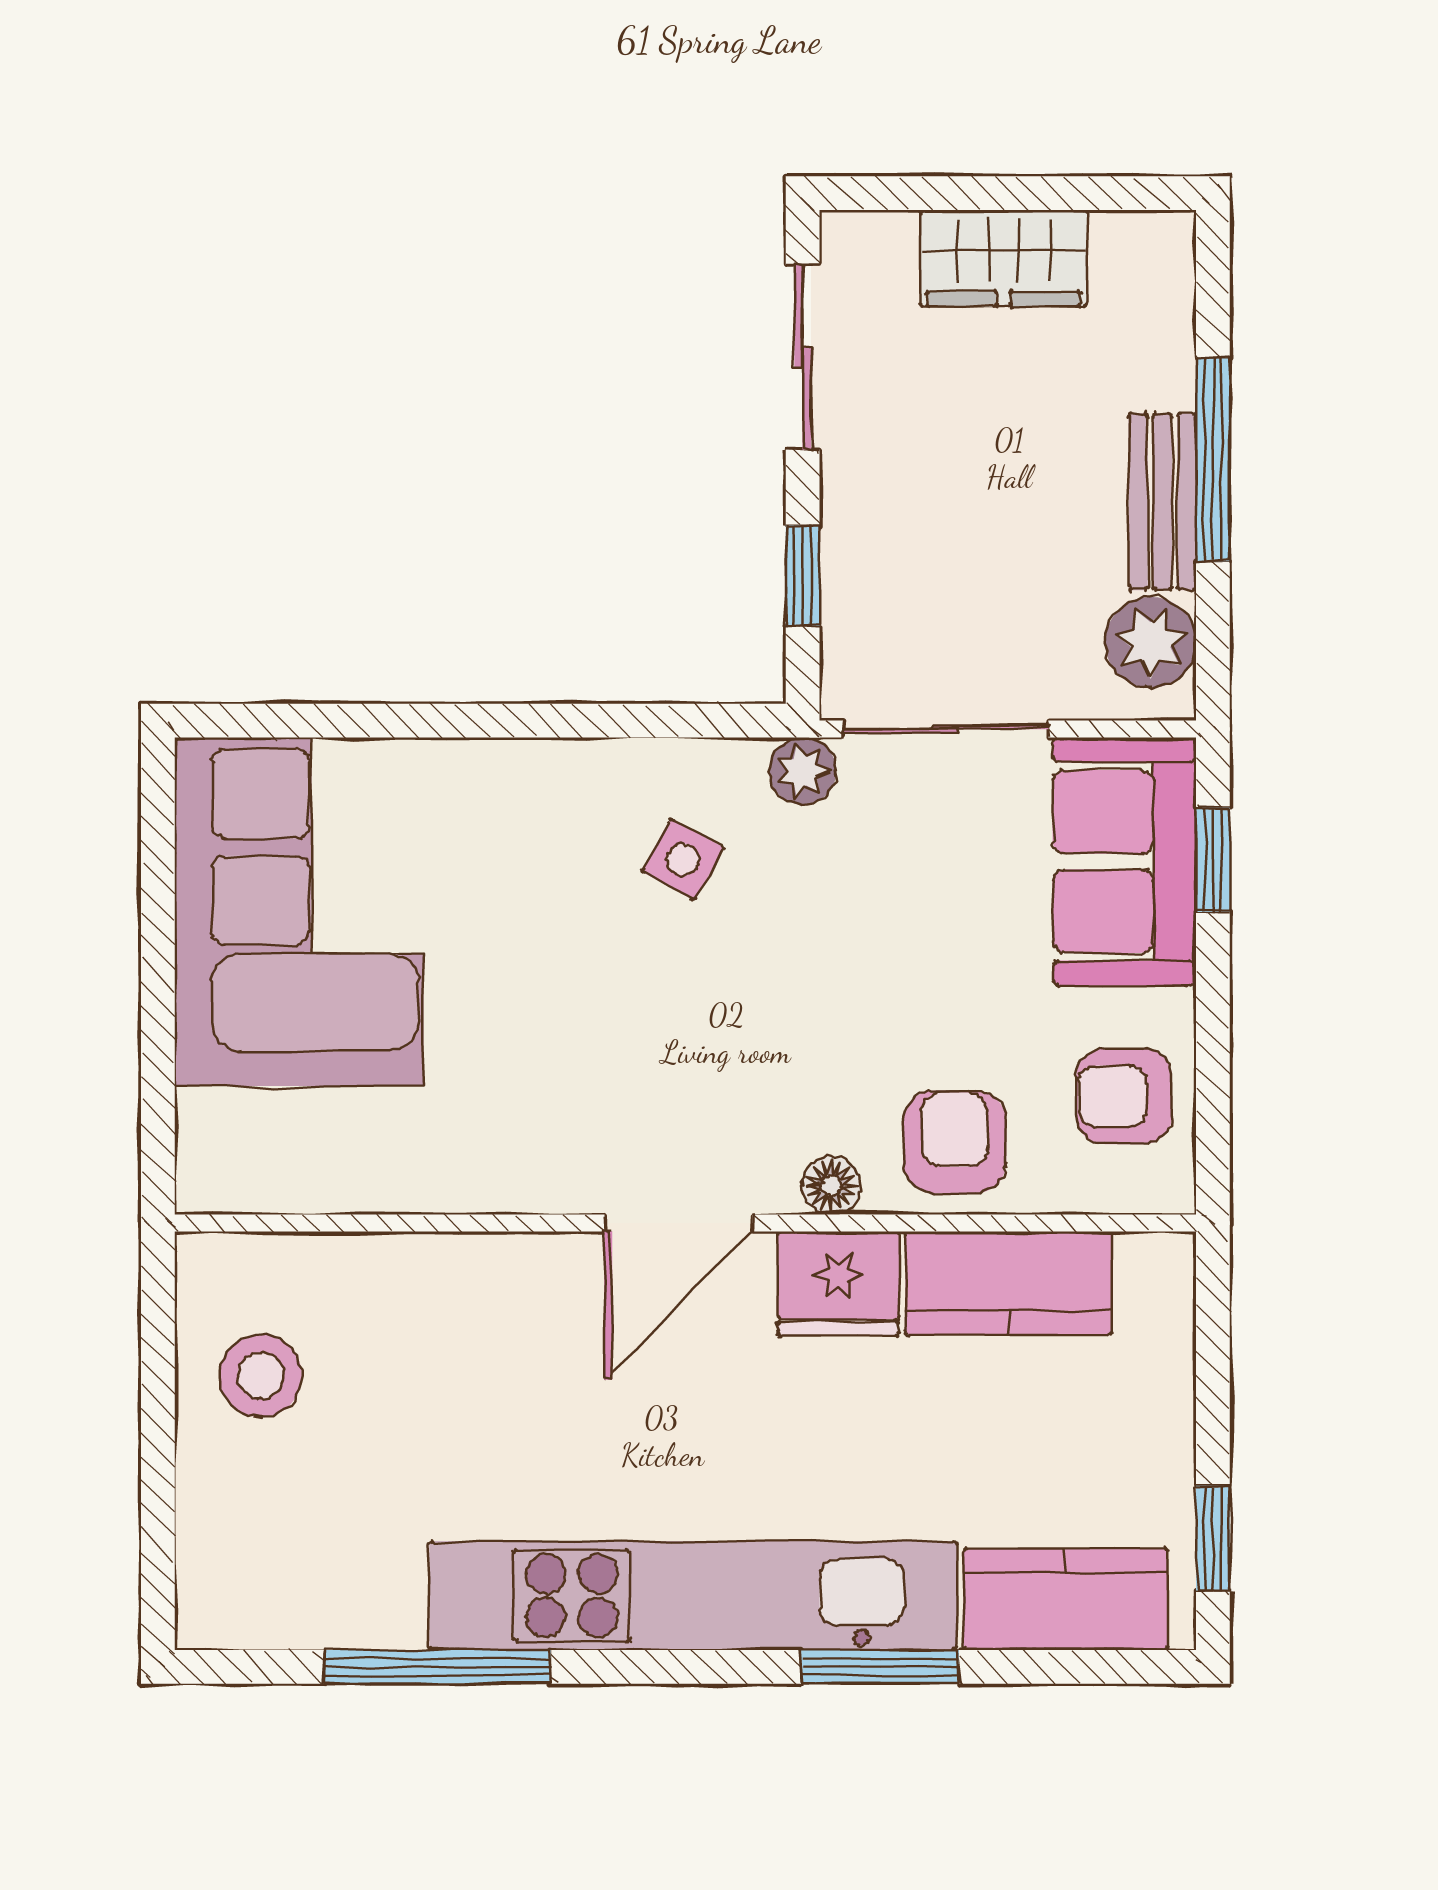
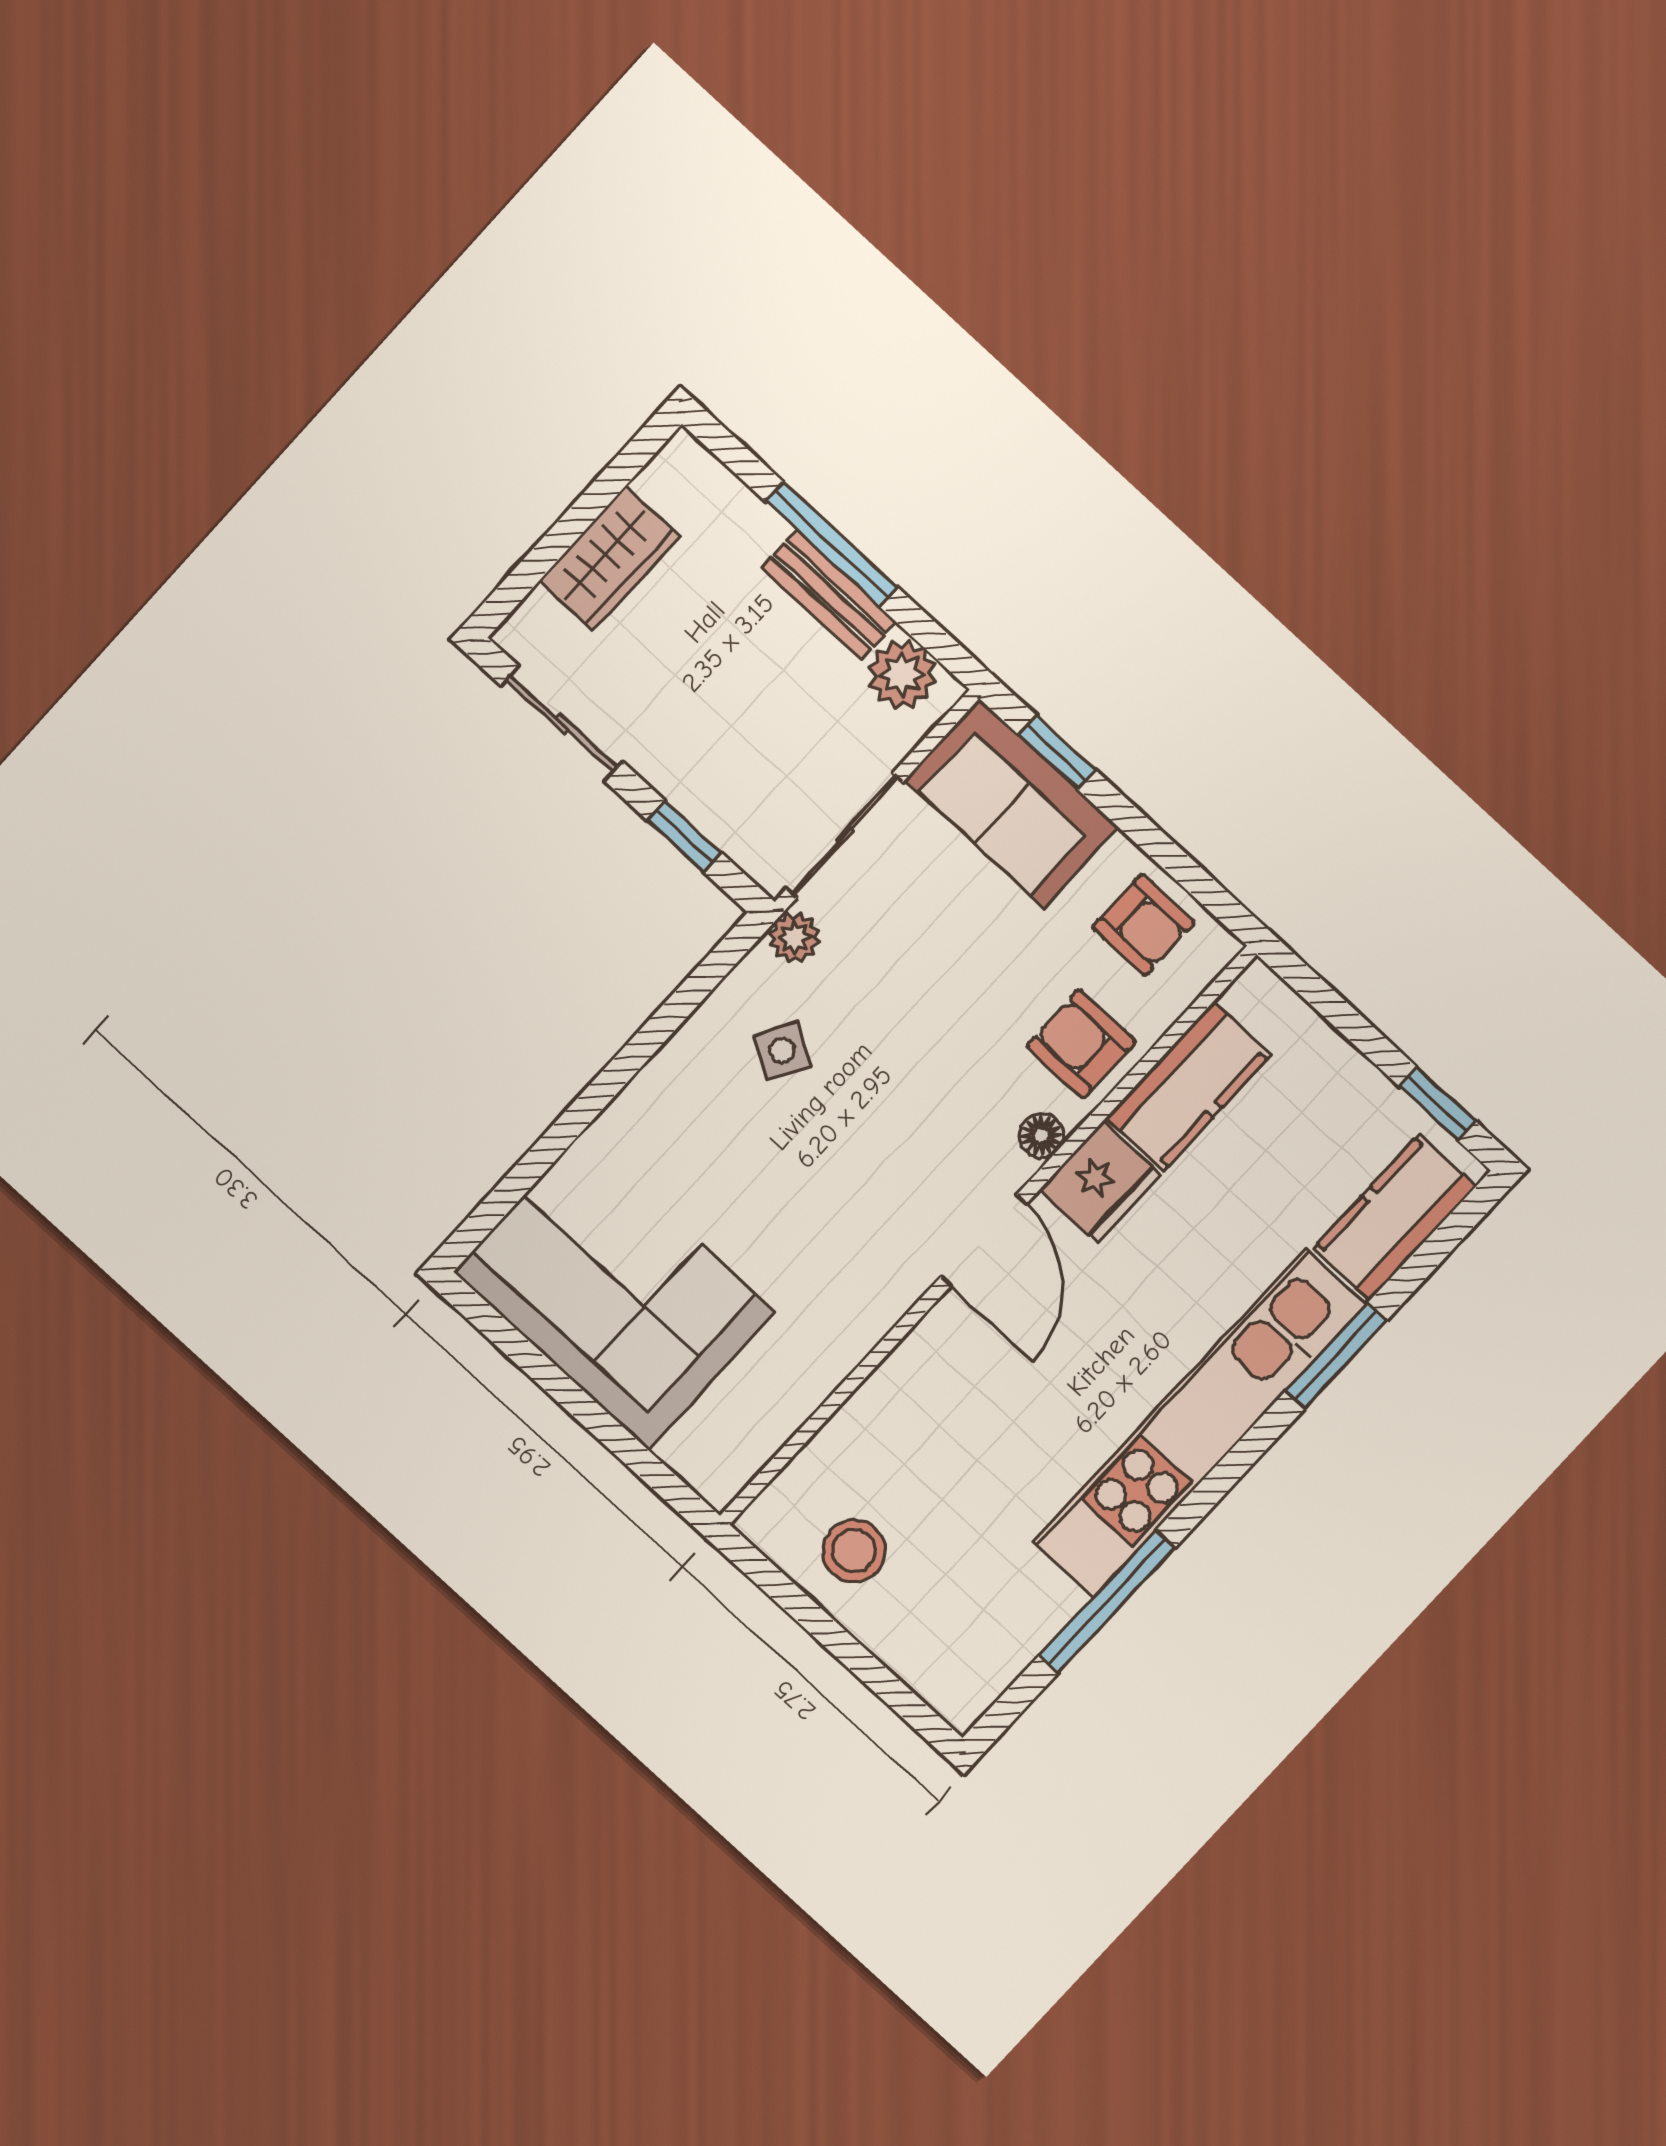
armchair: (1124, 1096) -> (1143, 925), turned -90

